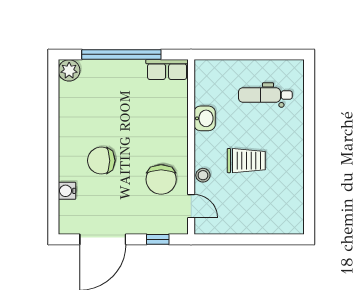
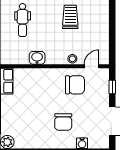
trolley: (246, 161) -> (70, 17), moved

